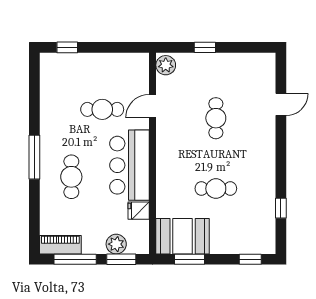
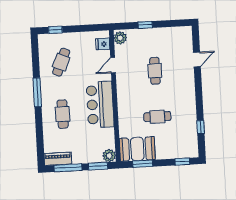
cafe table: (102, 109) -> (61, 62), moved, turned -67
window: (34, 157) -> (37, 92), moved
fridge: (139, 211) -> (103, 44), moved
plant: (116, 244) -> (109, 156), moved

